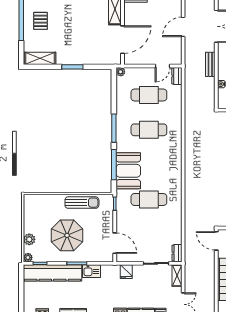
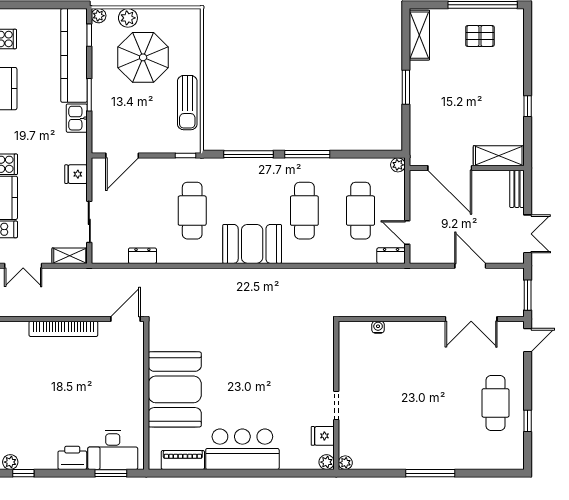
bench: (210, 64) -> (410, 309), removed
booth: (128, 171) -> (252, 244), moved
parasol: (67, 235) -> (143, 57), moved
dresser: (177, 253) -> (142, 256), moved

